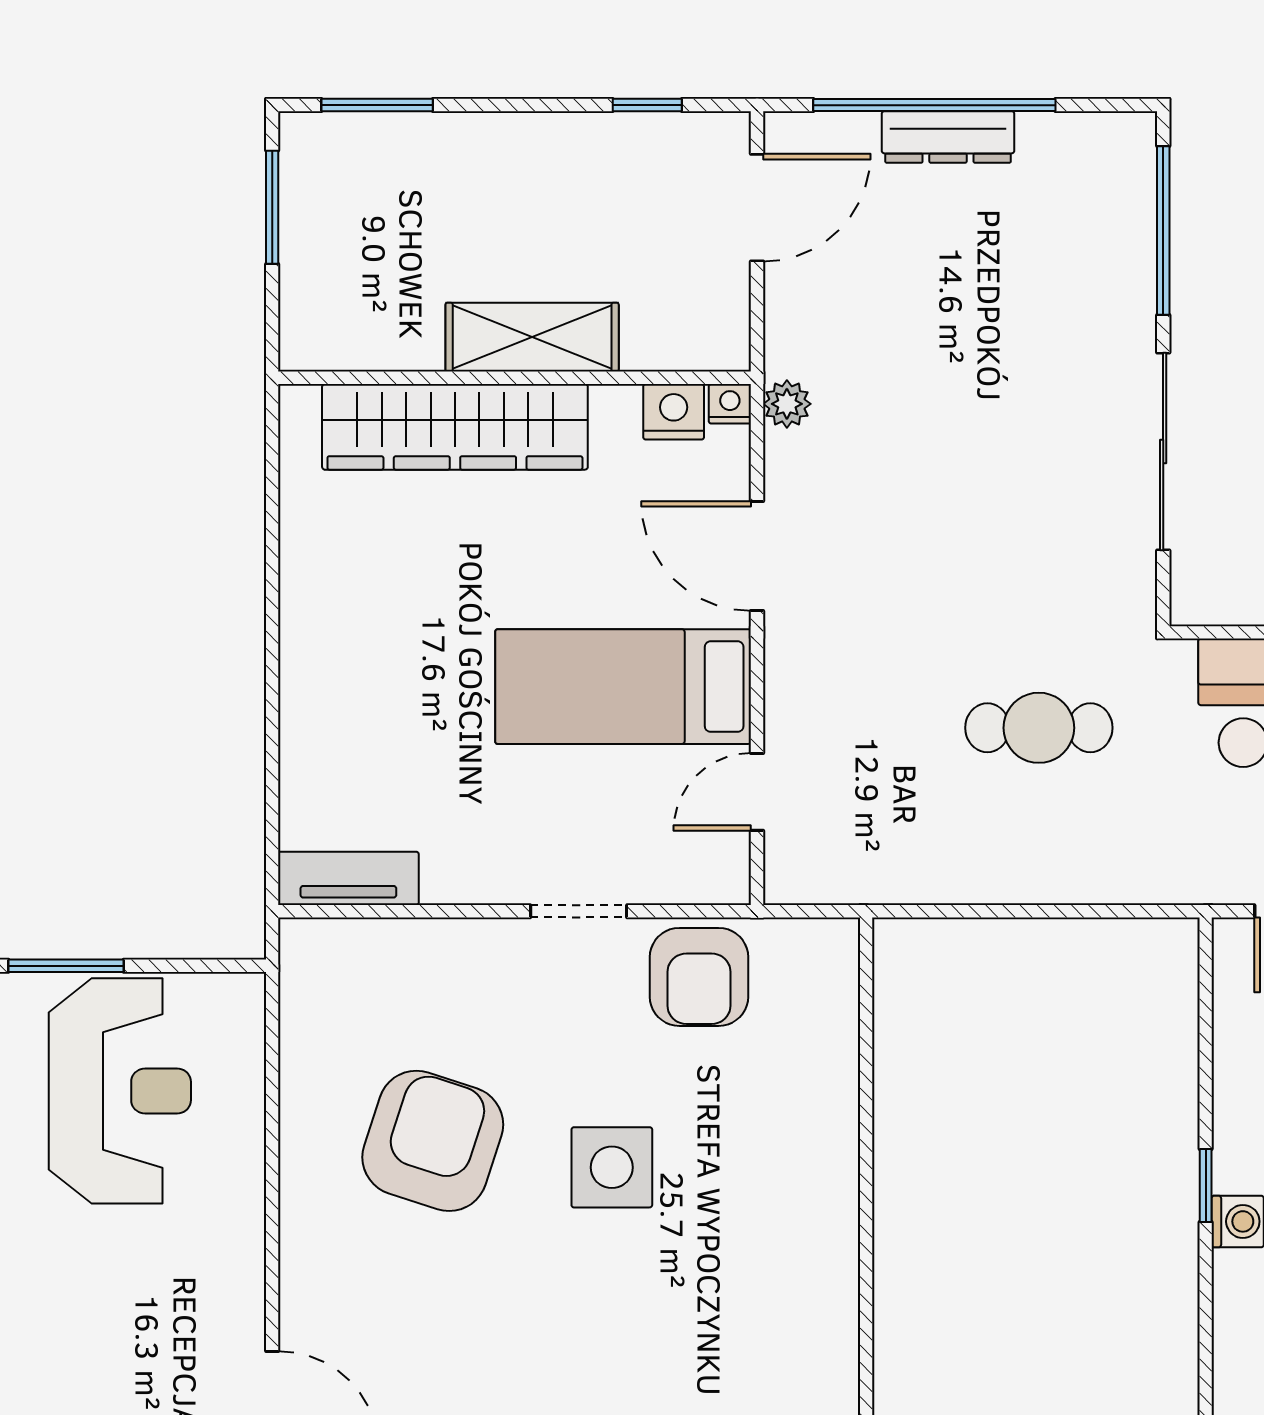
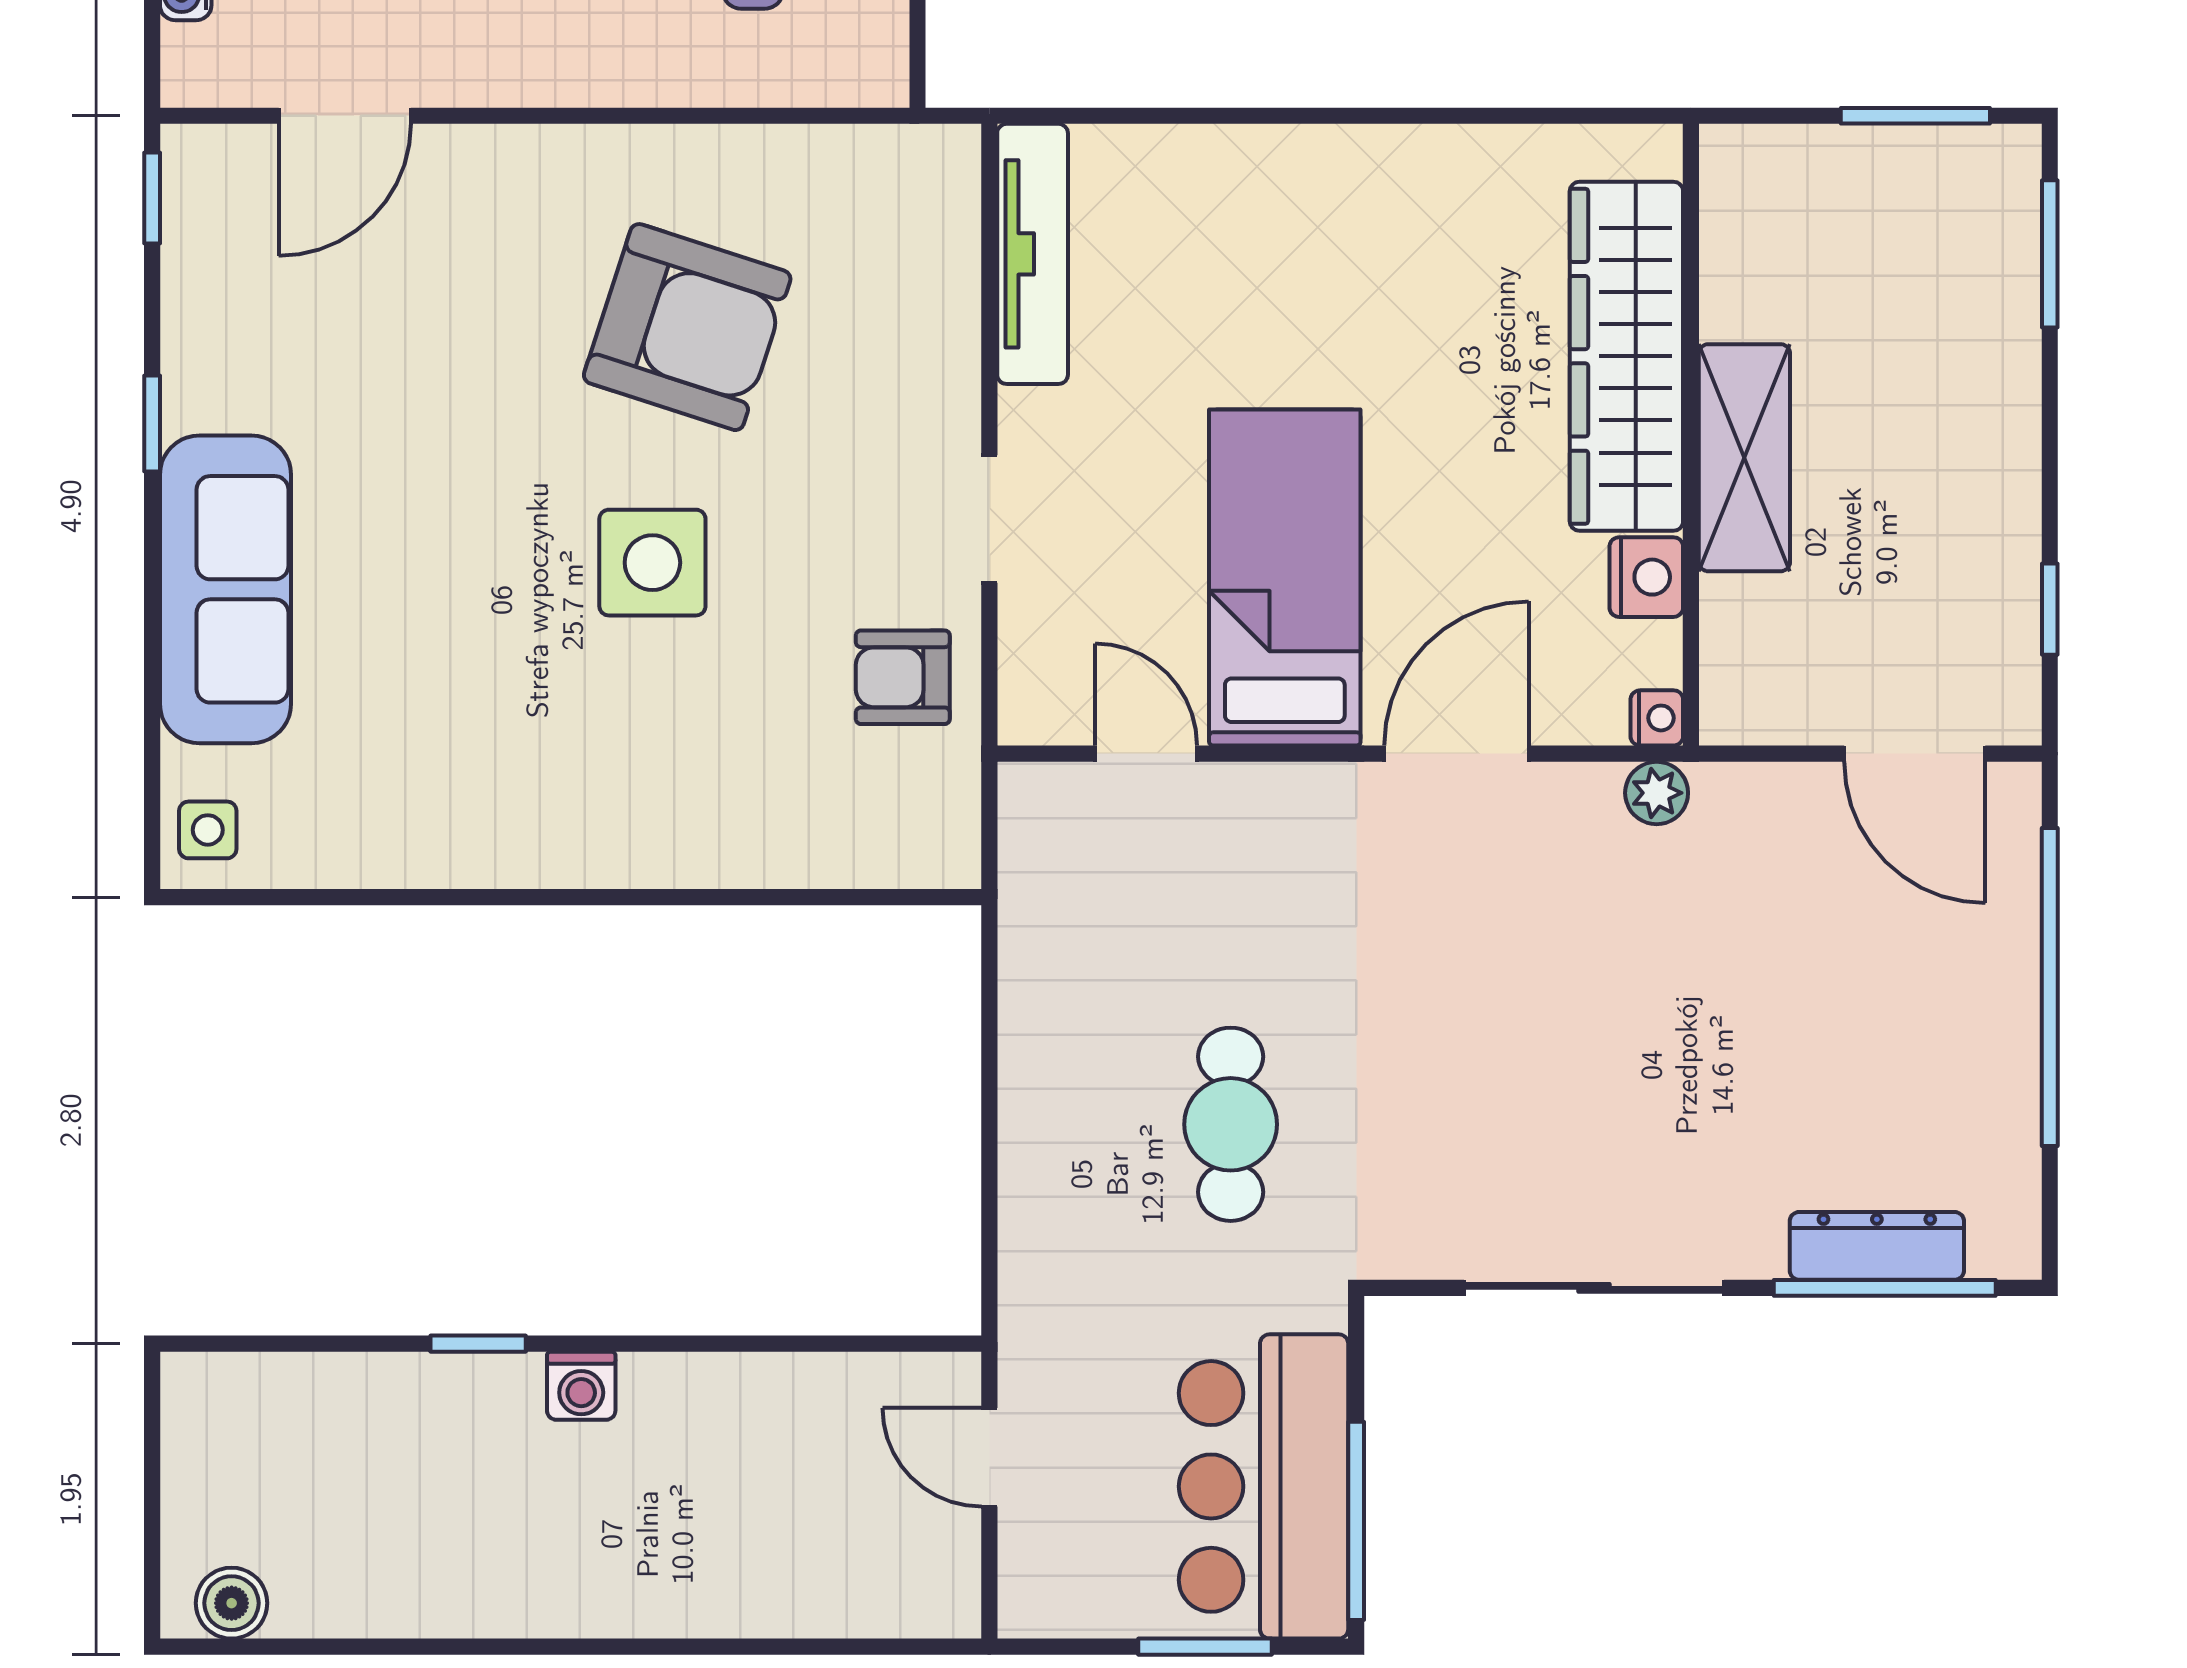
dresser: (948, 137) -> (1877, 1246), moved, turned 90
nightstand: (674, 412) -> (1646, 577), moved
tv unit: (348, 878) -> (1033, 254), width x1.41
armchair: (699, 977) -> (903, 677), width x0.72, depth x0.72
window: (1206, 1185) -> (478, 1344), moved

